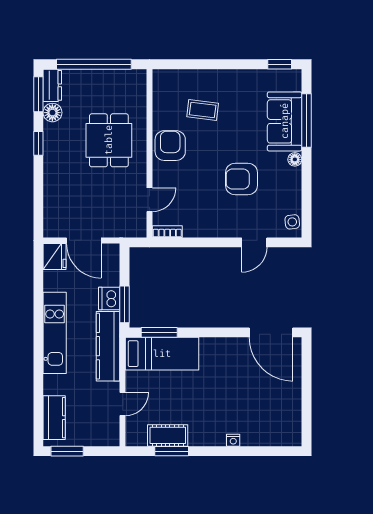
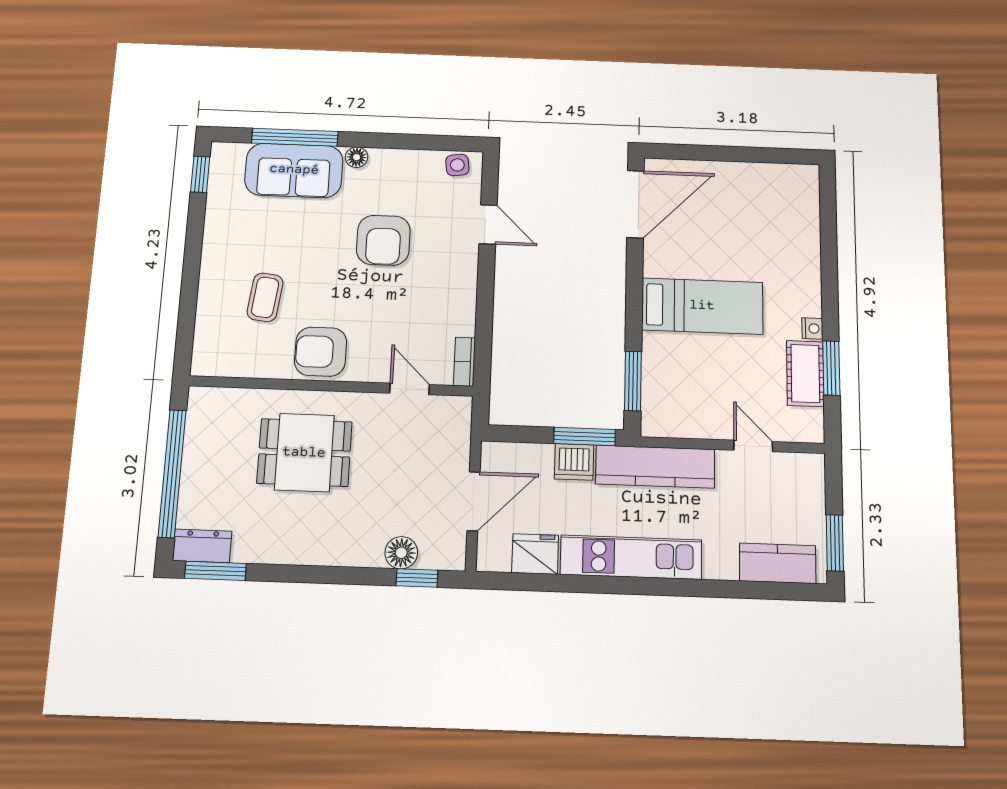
floor lamp: (52, 113) -> (401, 553), moved
window: (38, 143) -> (417, 578), moved
fridge: (54, 256) -> (535, 554), moved
bed: (162, 354) -> (702, 306), moved, turned 90
nightstand: (233, 440) -> (812, 328), moved

